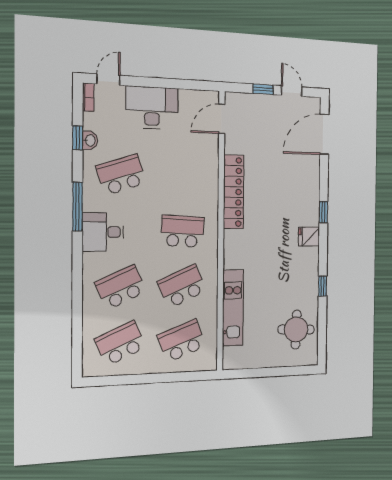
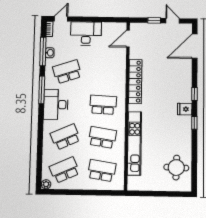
window: (78, 138) -> (43, 52), width x2.17
desk: (103, 232) -> (56, 105), width x1.37
school desk: (182, 286) -> (102, 137), turned 33
window: (323, 286) -> (194, 123), moved
kitchen unit: (233, 308) -> (135, 143), width x1.36
school desk: (182, 341) -> (102, 171), turned 30
plant: (90, 369) -> (46, 184), added

